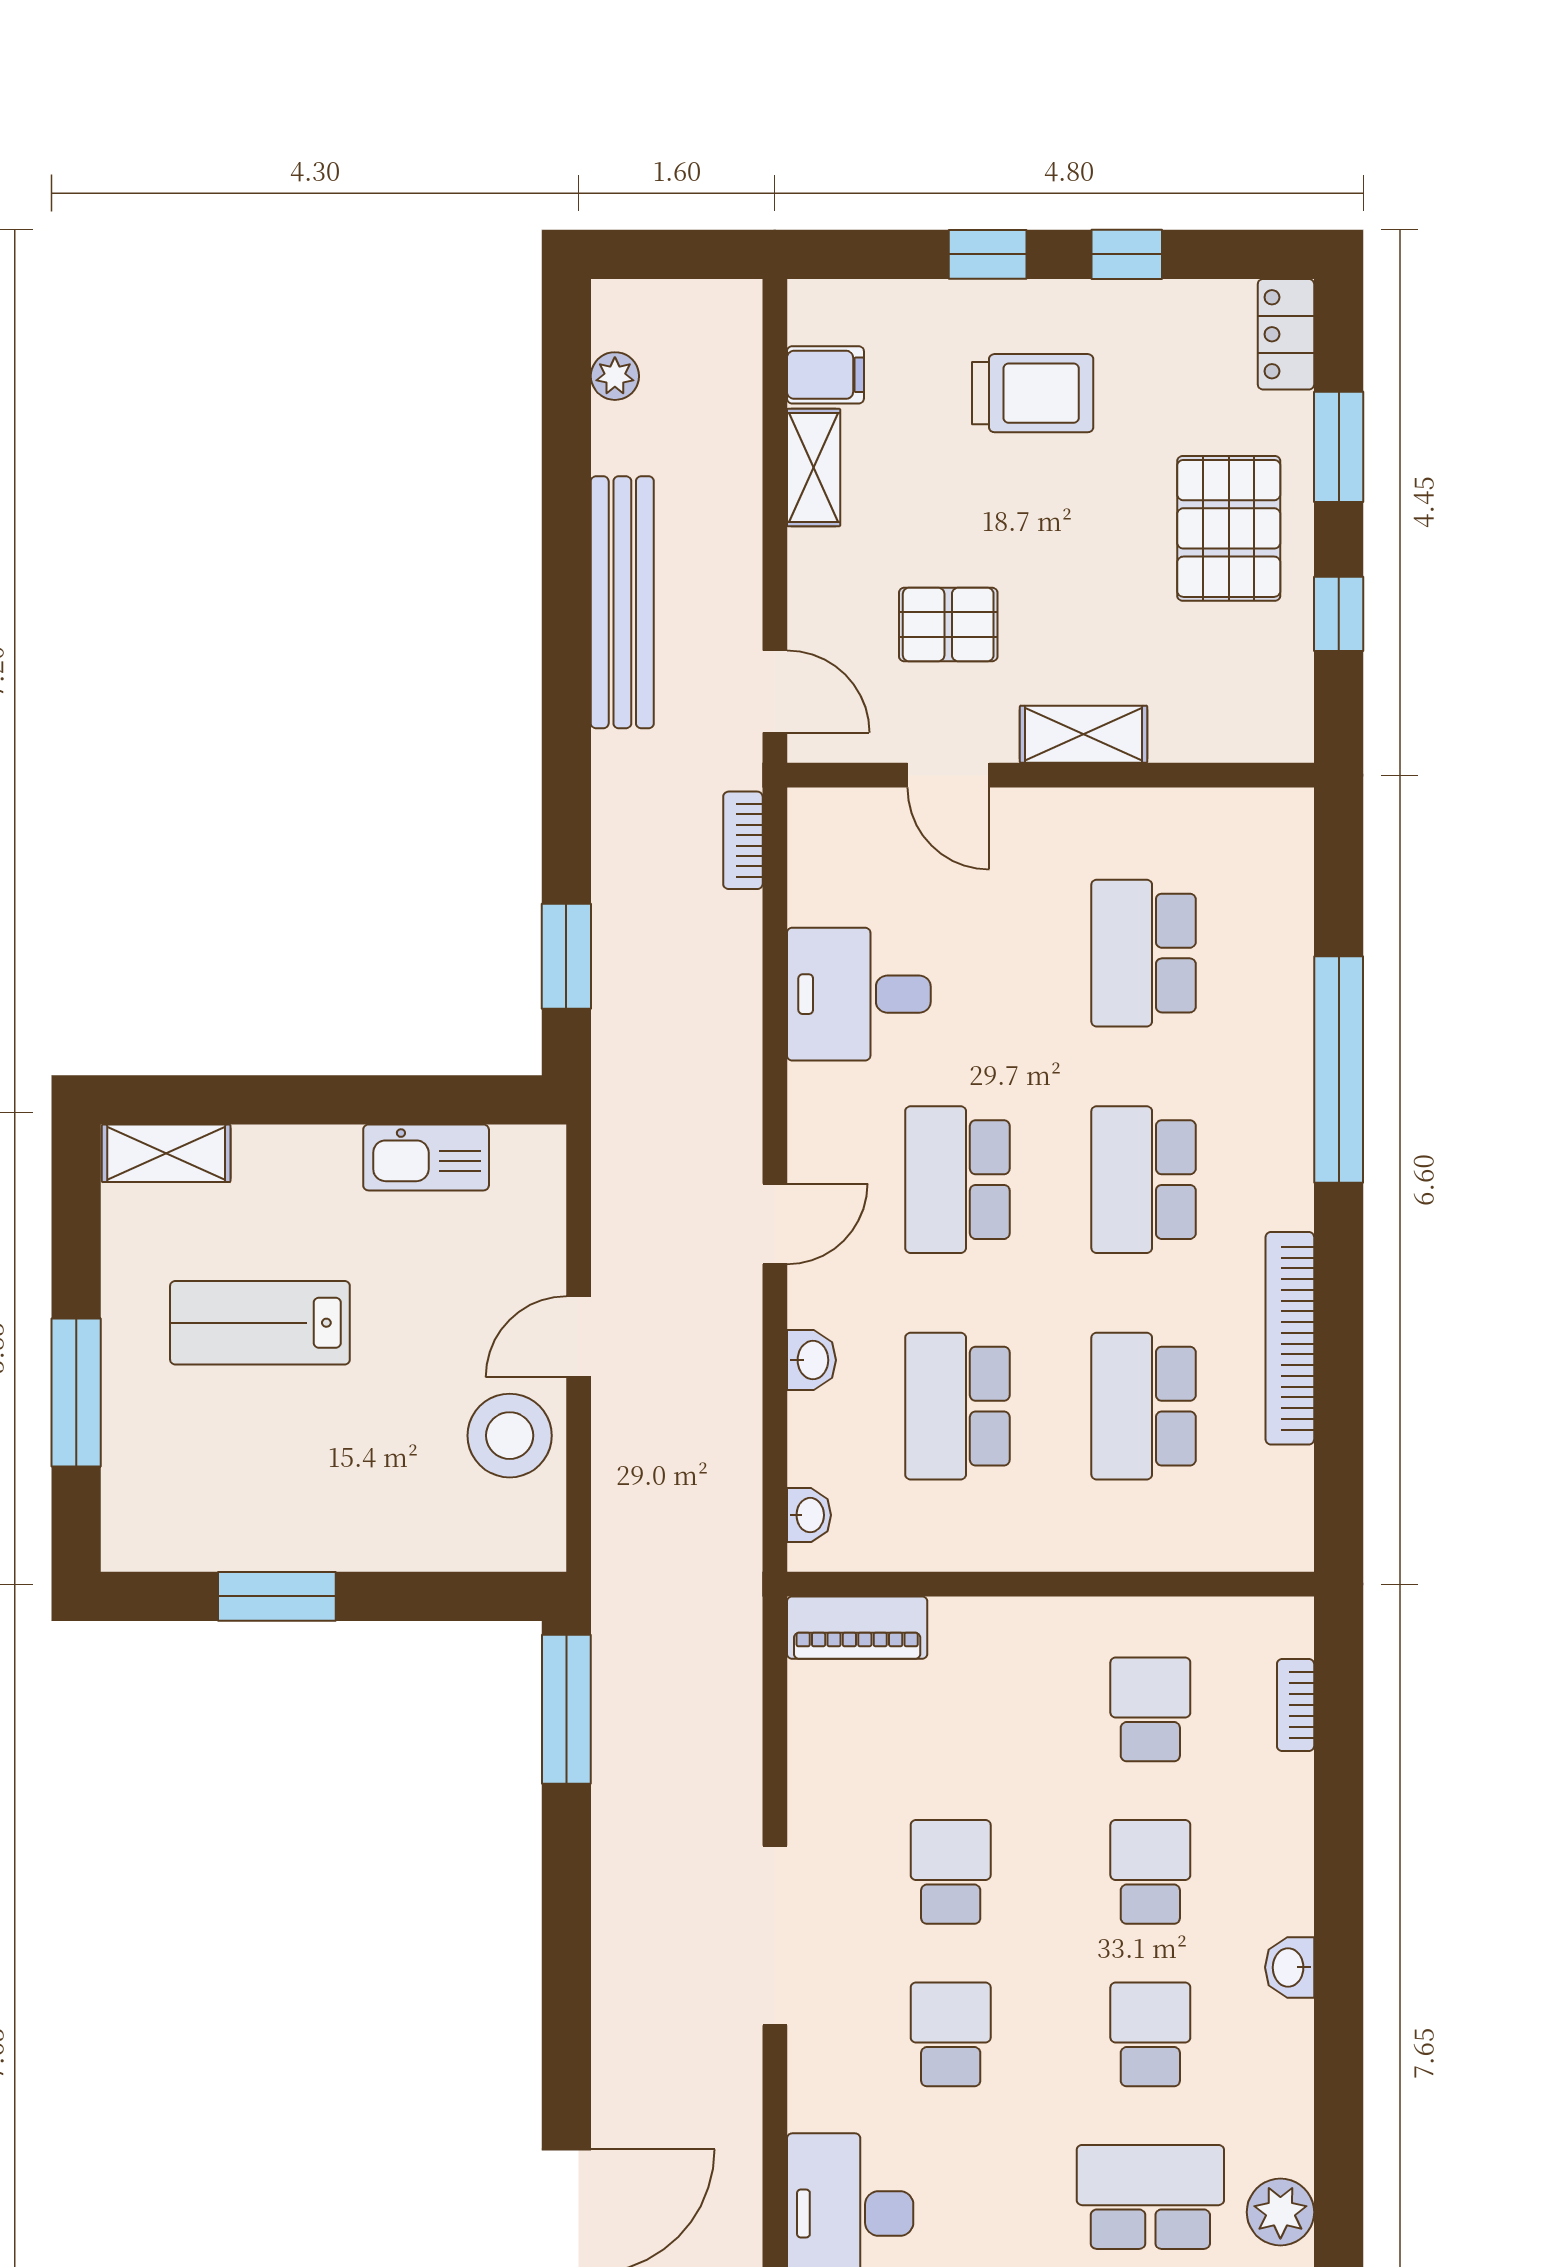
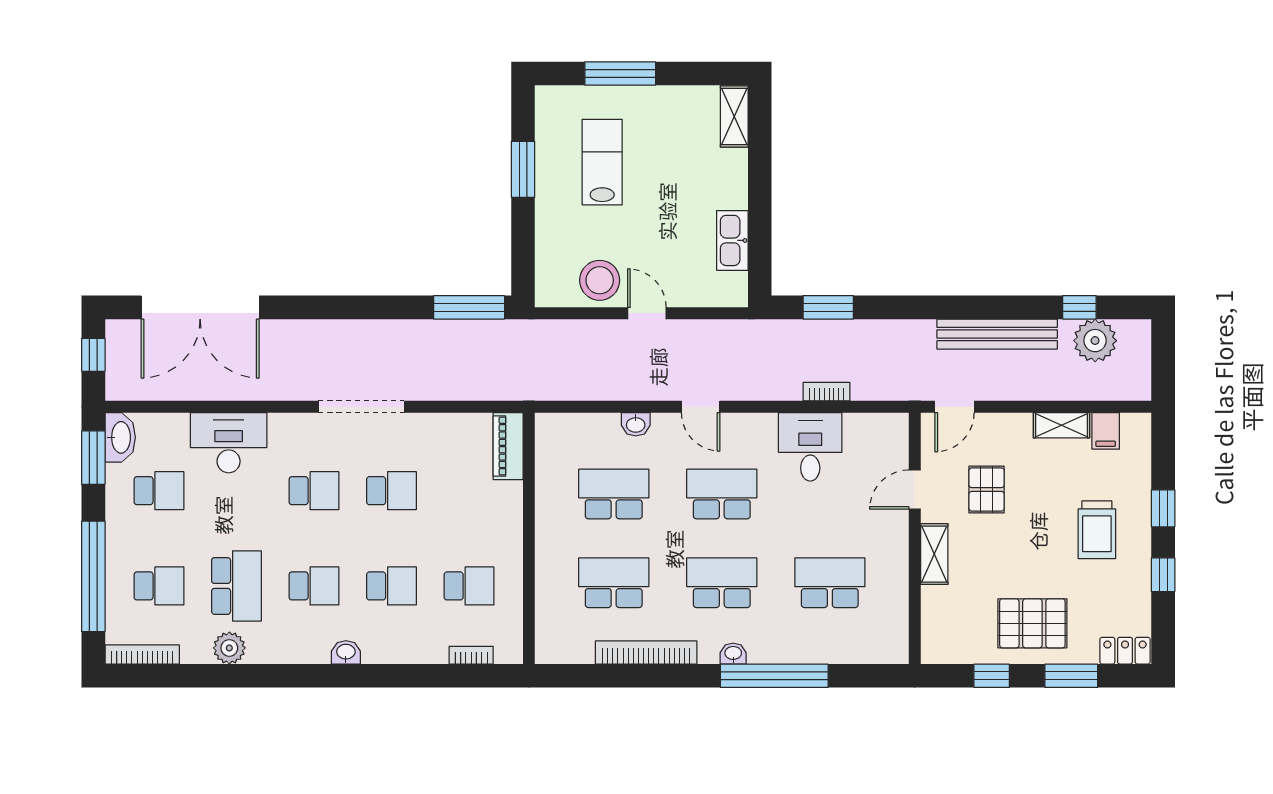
plant: (615, 376) -> (1095, 341), width x1.88, depth x1.88
window: (566, 430) -> (1079, 307), added
bookcase: (743, 840) -> (827, 392), moved
lab bench: (260, 1323) -> (602, 162), moved
washbasin: (809, 1515) -> (733, 654), moved, turned 180

